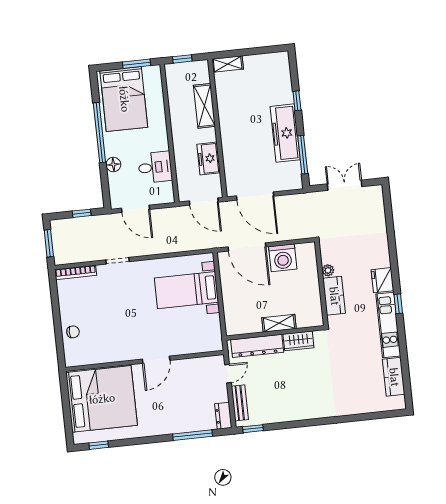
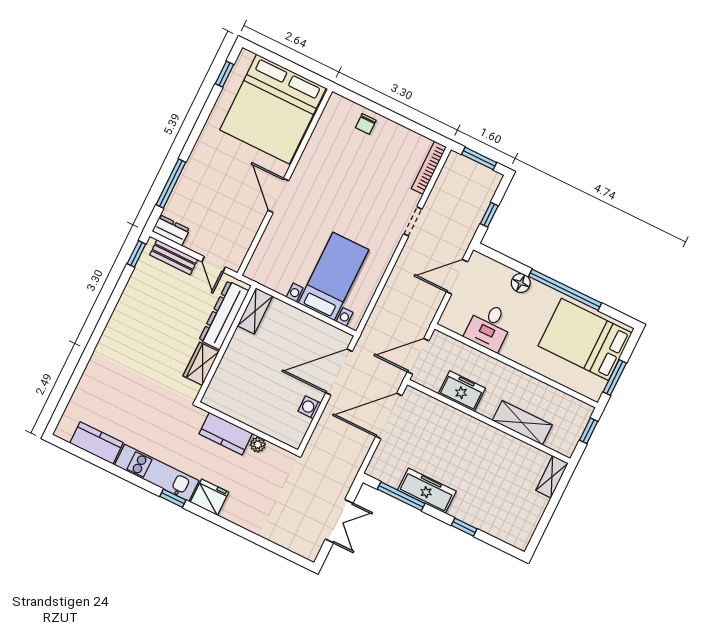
freezer: (285, 133) -> (427, 491), width x0.73, depth x0.79
washing machine: (283, 258) -> (309, 407), width x0.53, depth x0.53
shelving: (279, 323) -> (255, 311), moved

